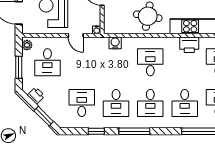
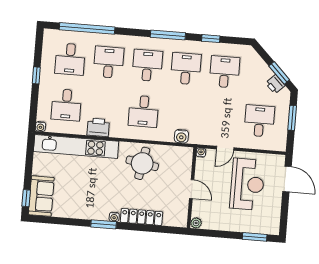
door: (76, 35) -> (225, 148), swing flipped
plant: (27, 45) -> (281, 142), removed
desk: (82, 103) -> (225, 72), turned 180
window: (44, 116) -> (279, 73), moved

